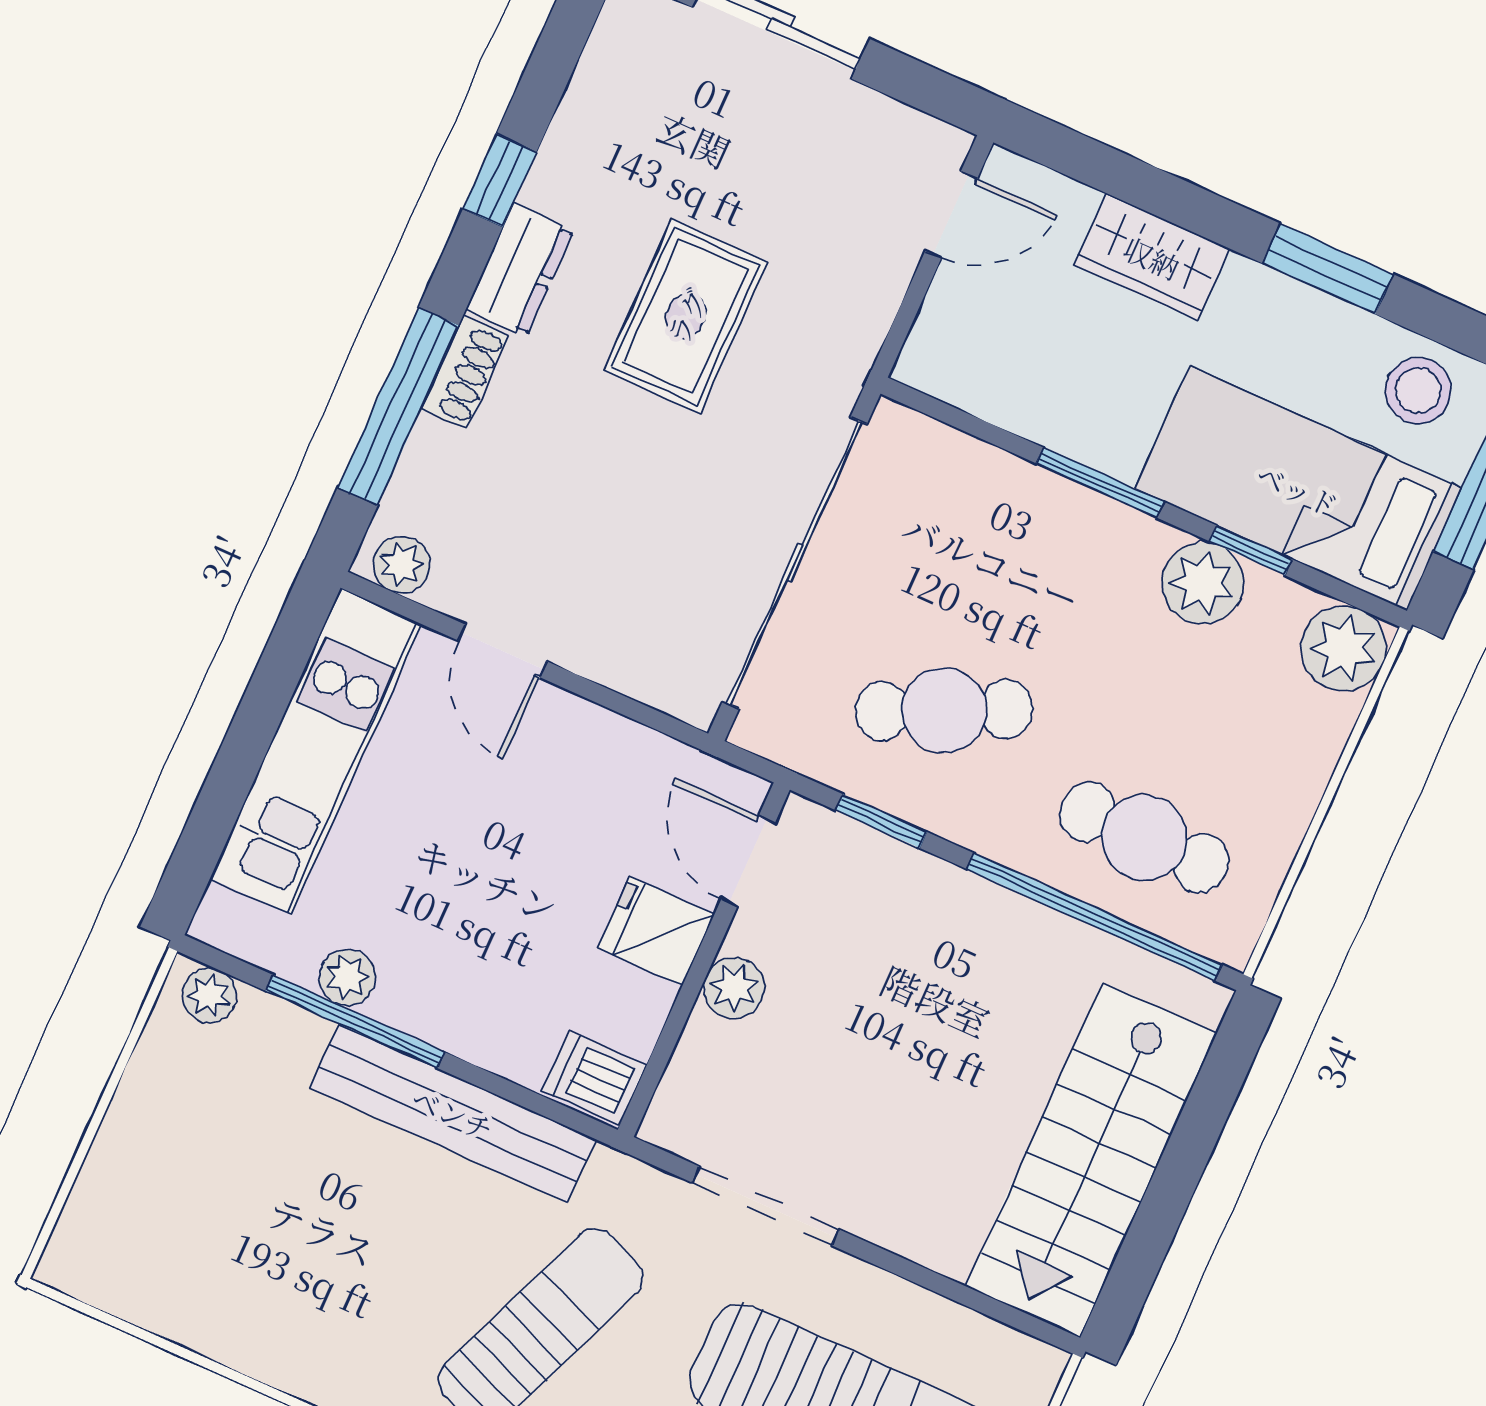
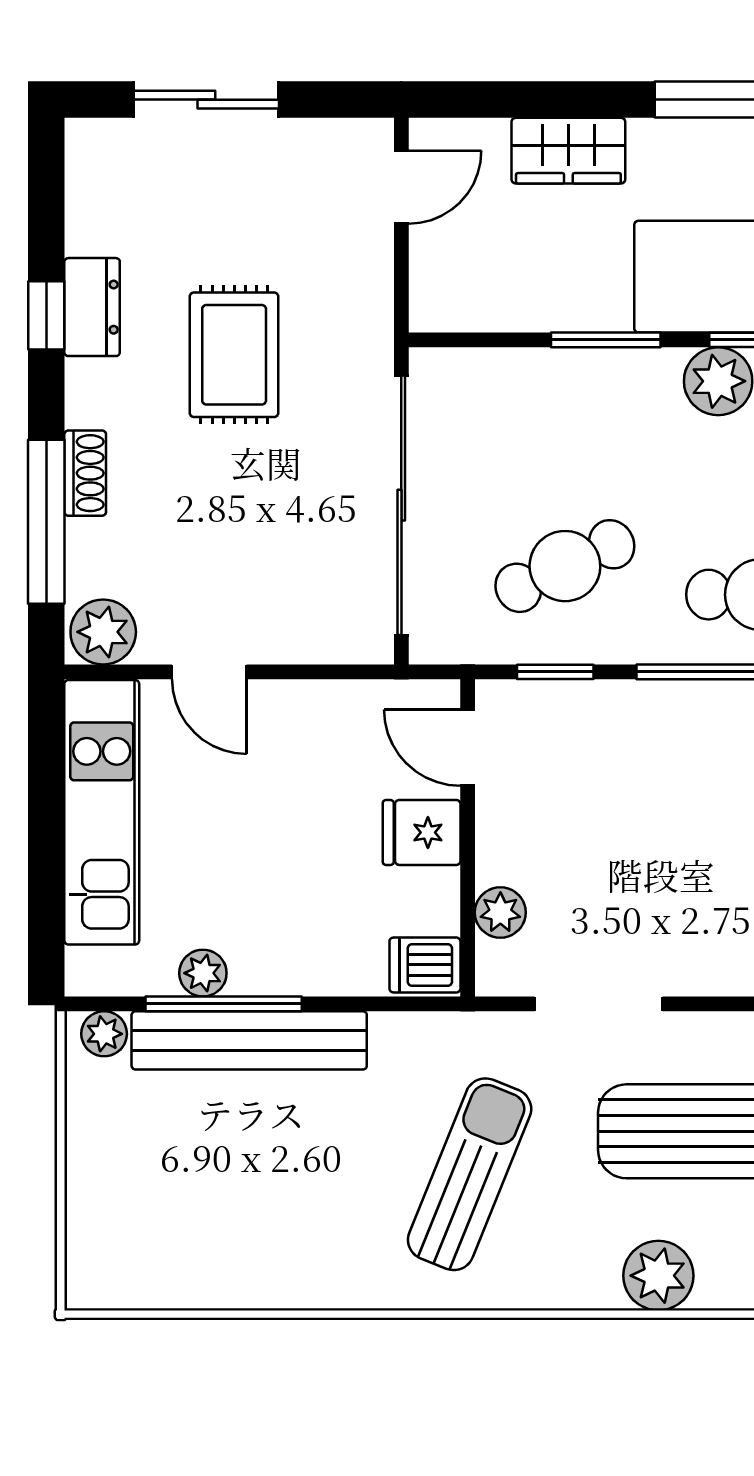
dresser: (520, 270) -> (92, 307), moved
plant: (402, 565) -> (103, 632), width x1.38, depth x1.38
plant: (734, 988) -> (500, 912), moved
bench: (453, 1113) -> (249, 1040), moved

